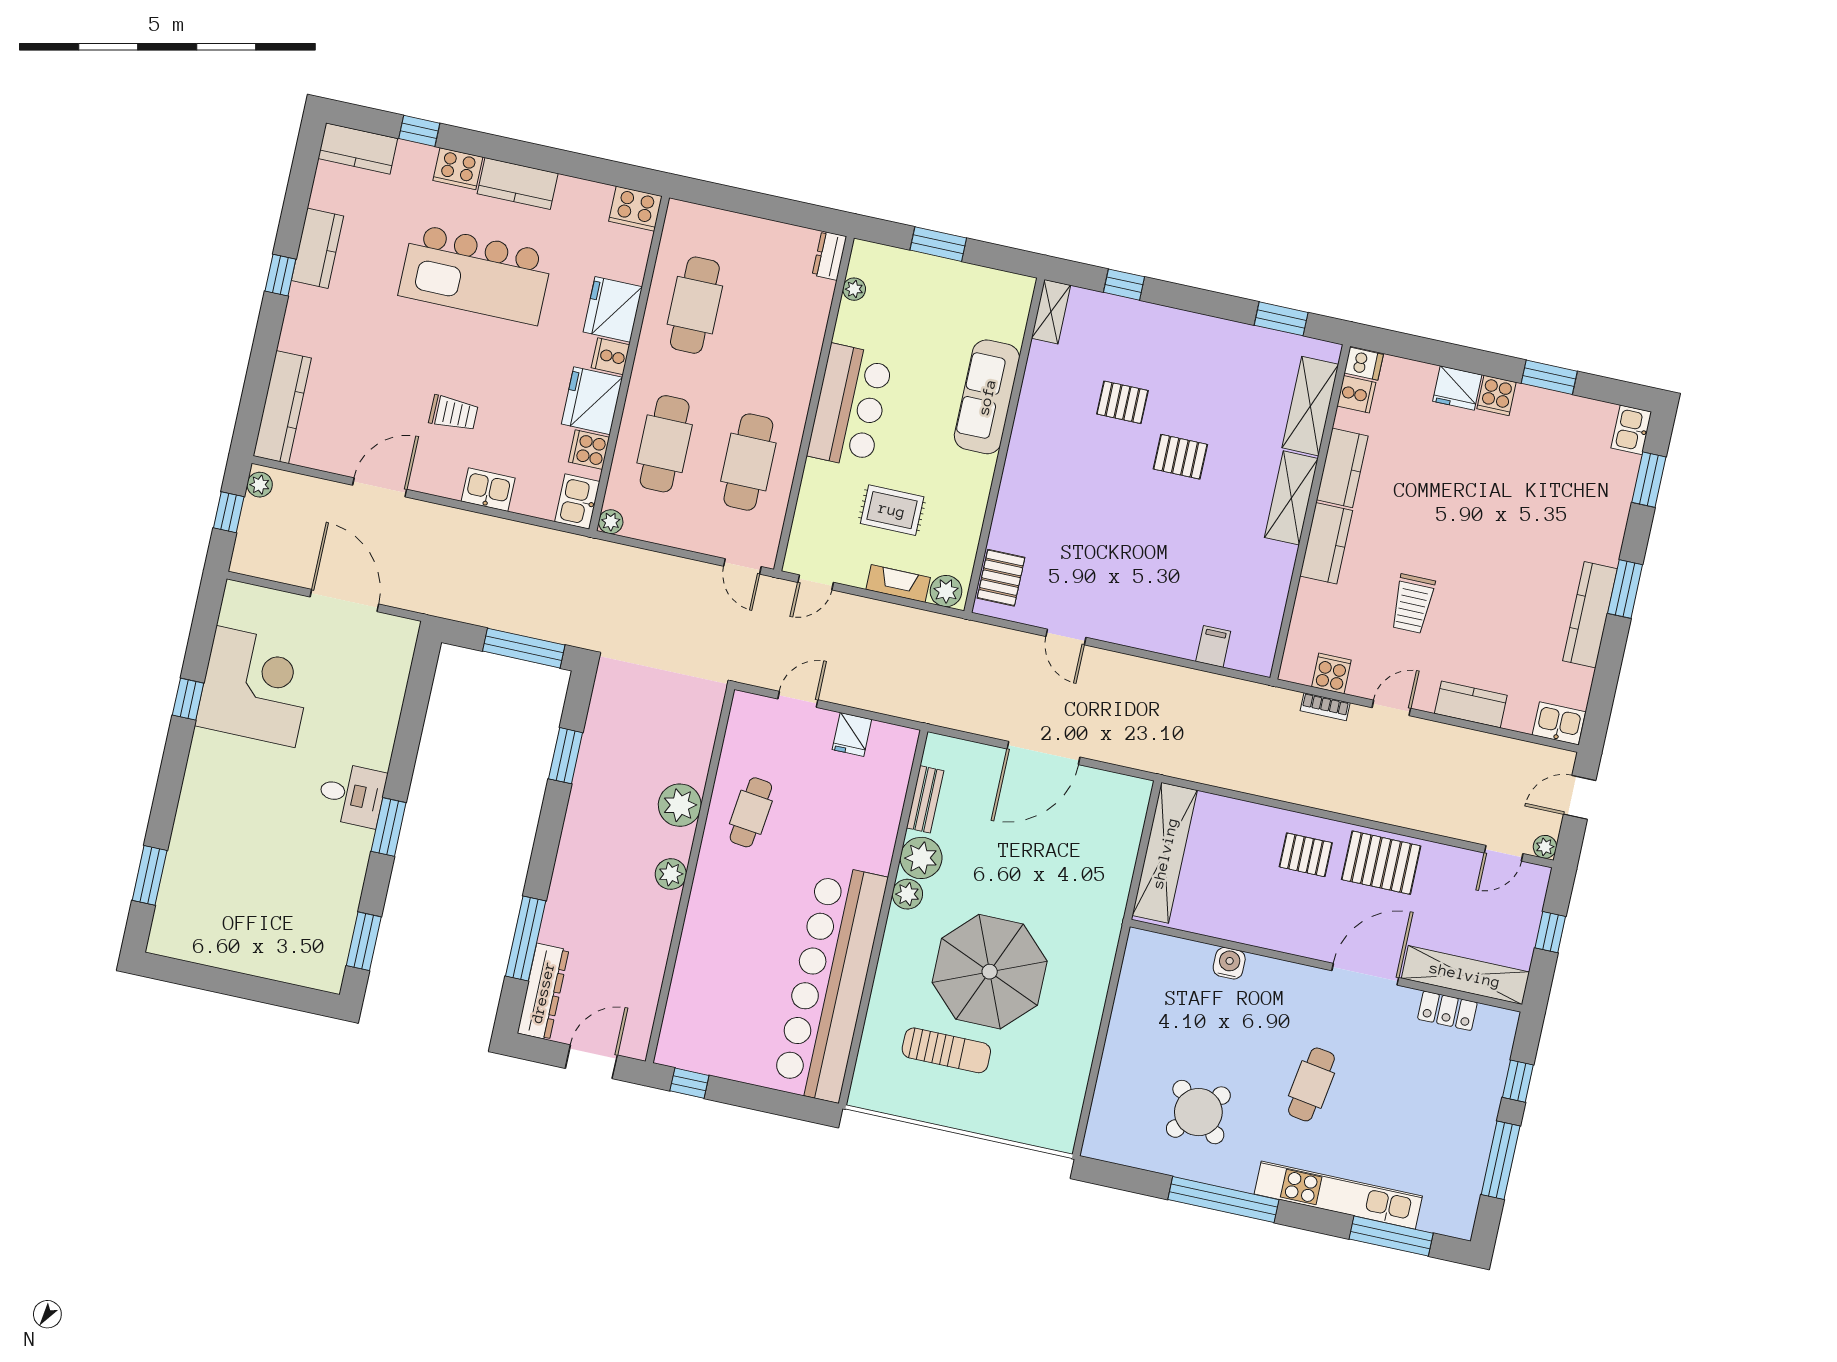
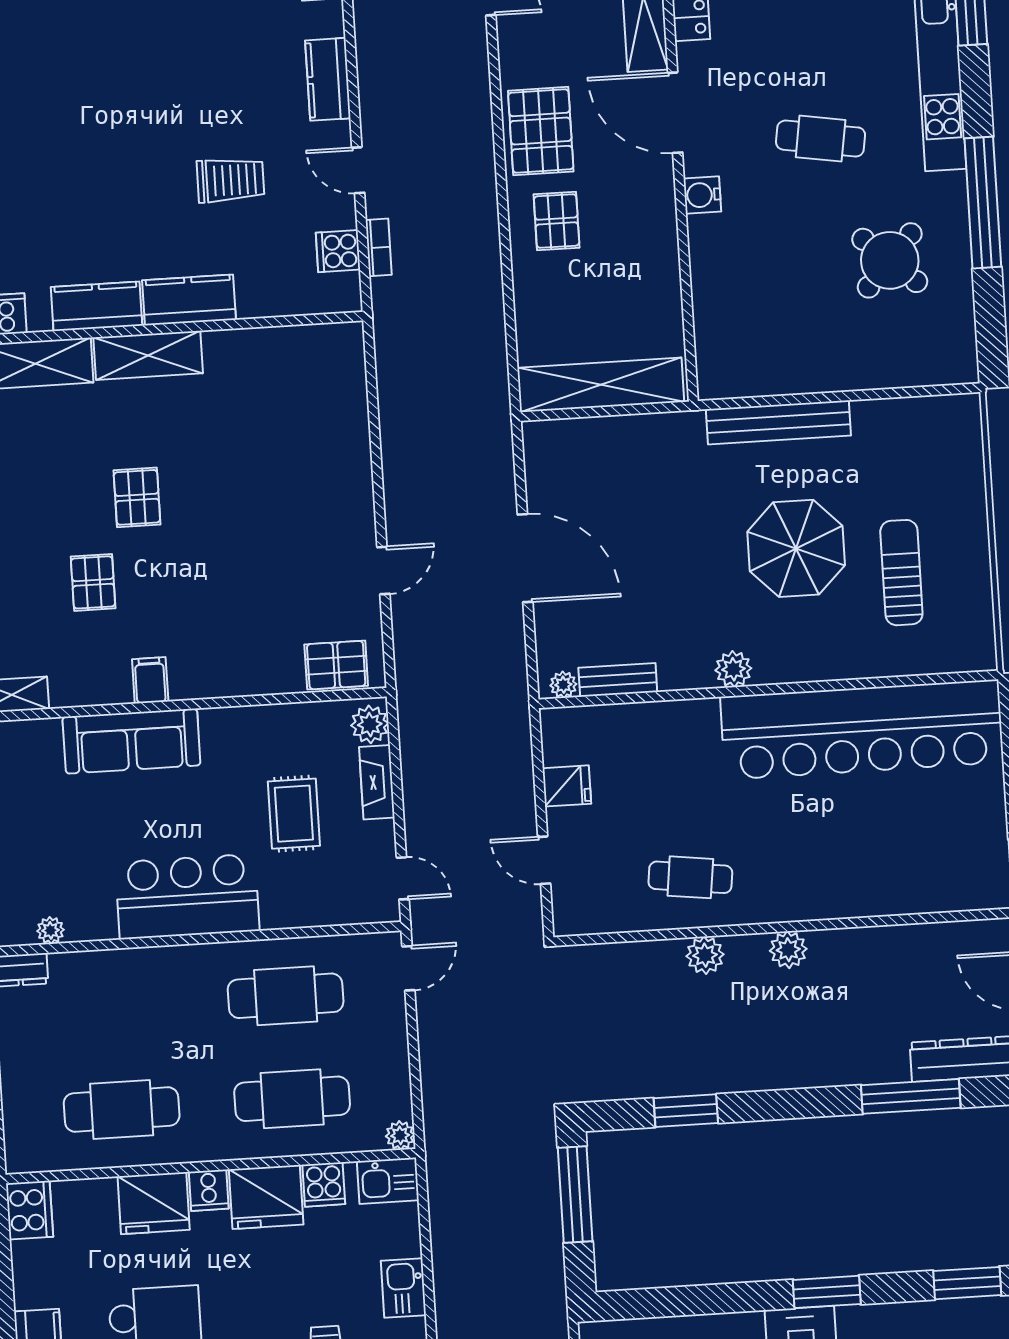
filing cabinet: (1213, 646) -> (150, 680), moved, turned 90
plant: (680, 805) -> (705, 955), width x0.73, depth x0.73
plant: (921, 858) -> (563, 685), moved, width x0.53, depth x0.53
water cooler: (1229, 963) -> (702, 195), moved
parasol: (990, 972) -> (796, 548), width x0.73, depth x0.73
bench: (1094, 986) -> (778, 422), added

